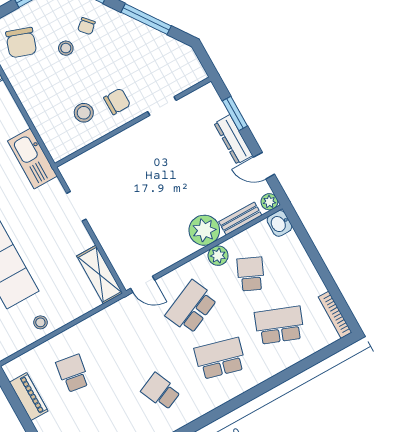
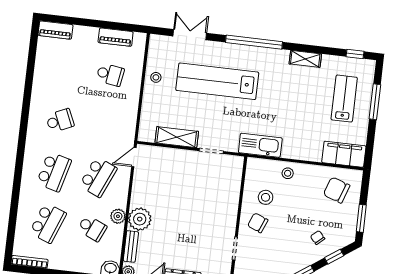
stool: (66, 48) -> (288, 173), moved
chair: (117, 101) -> (258, 223), turned 112
shelving: (100, 275) -> (177, 137), moved
school desk: (191, 307) -> (98, 177), turned 48

